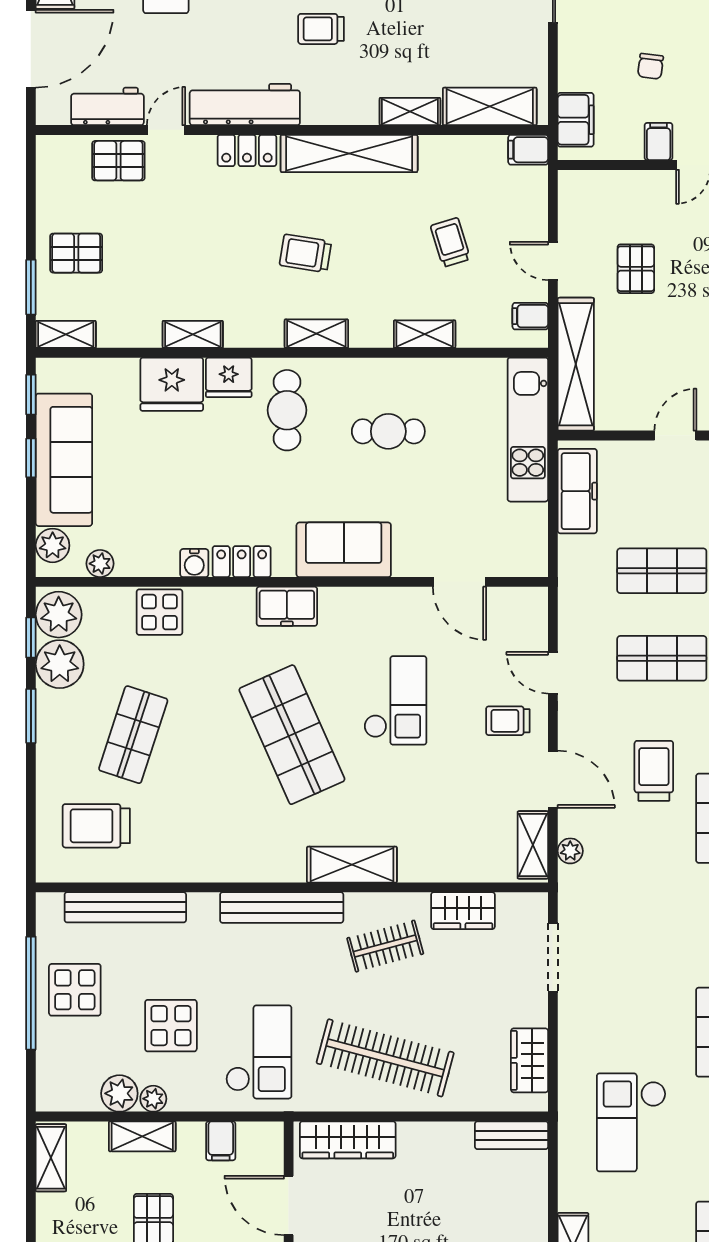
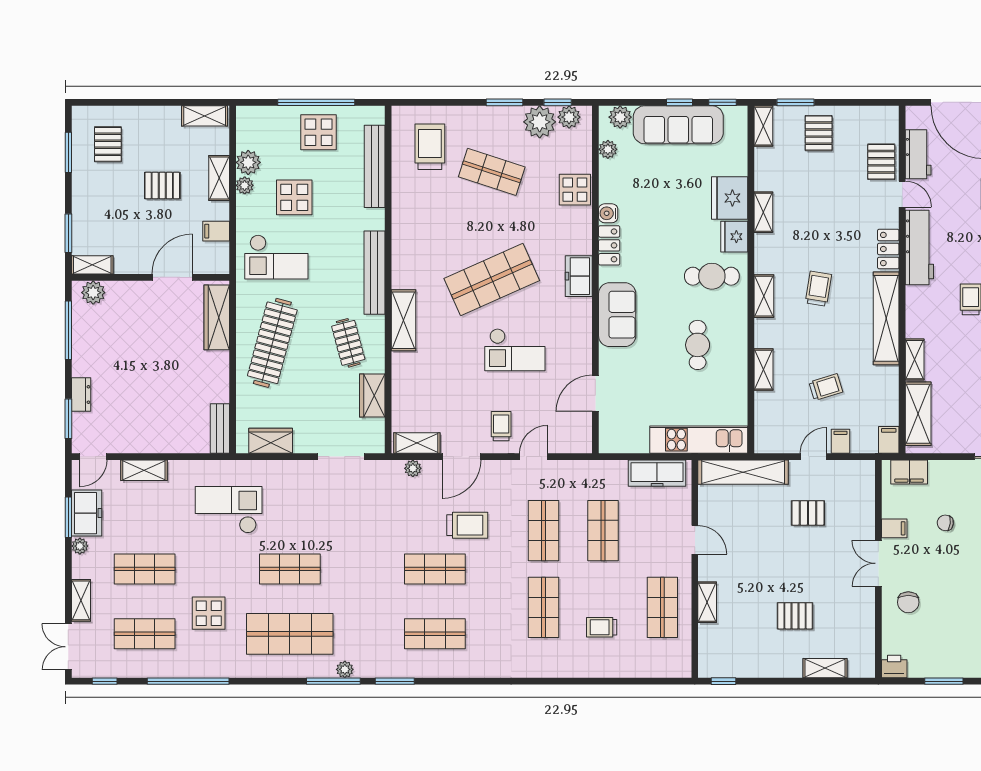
filing cabinet: (530, 316) -> (840, 441), moved
plant: (59, 615) -> (569, 117), width x0.73, depth x0.73

